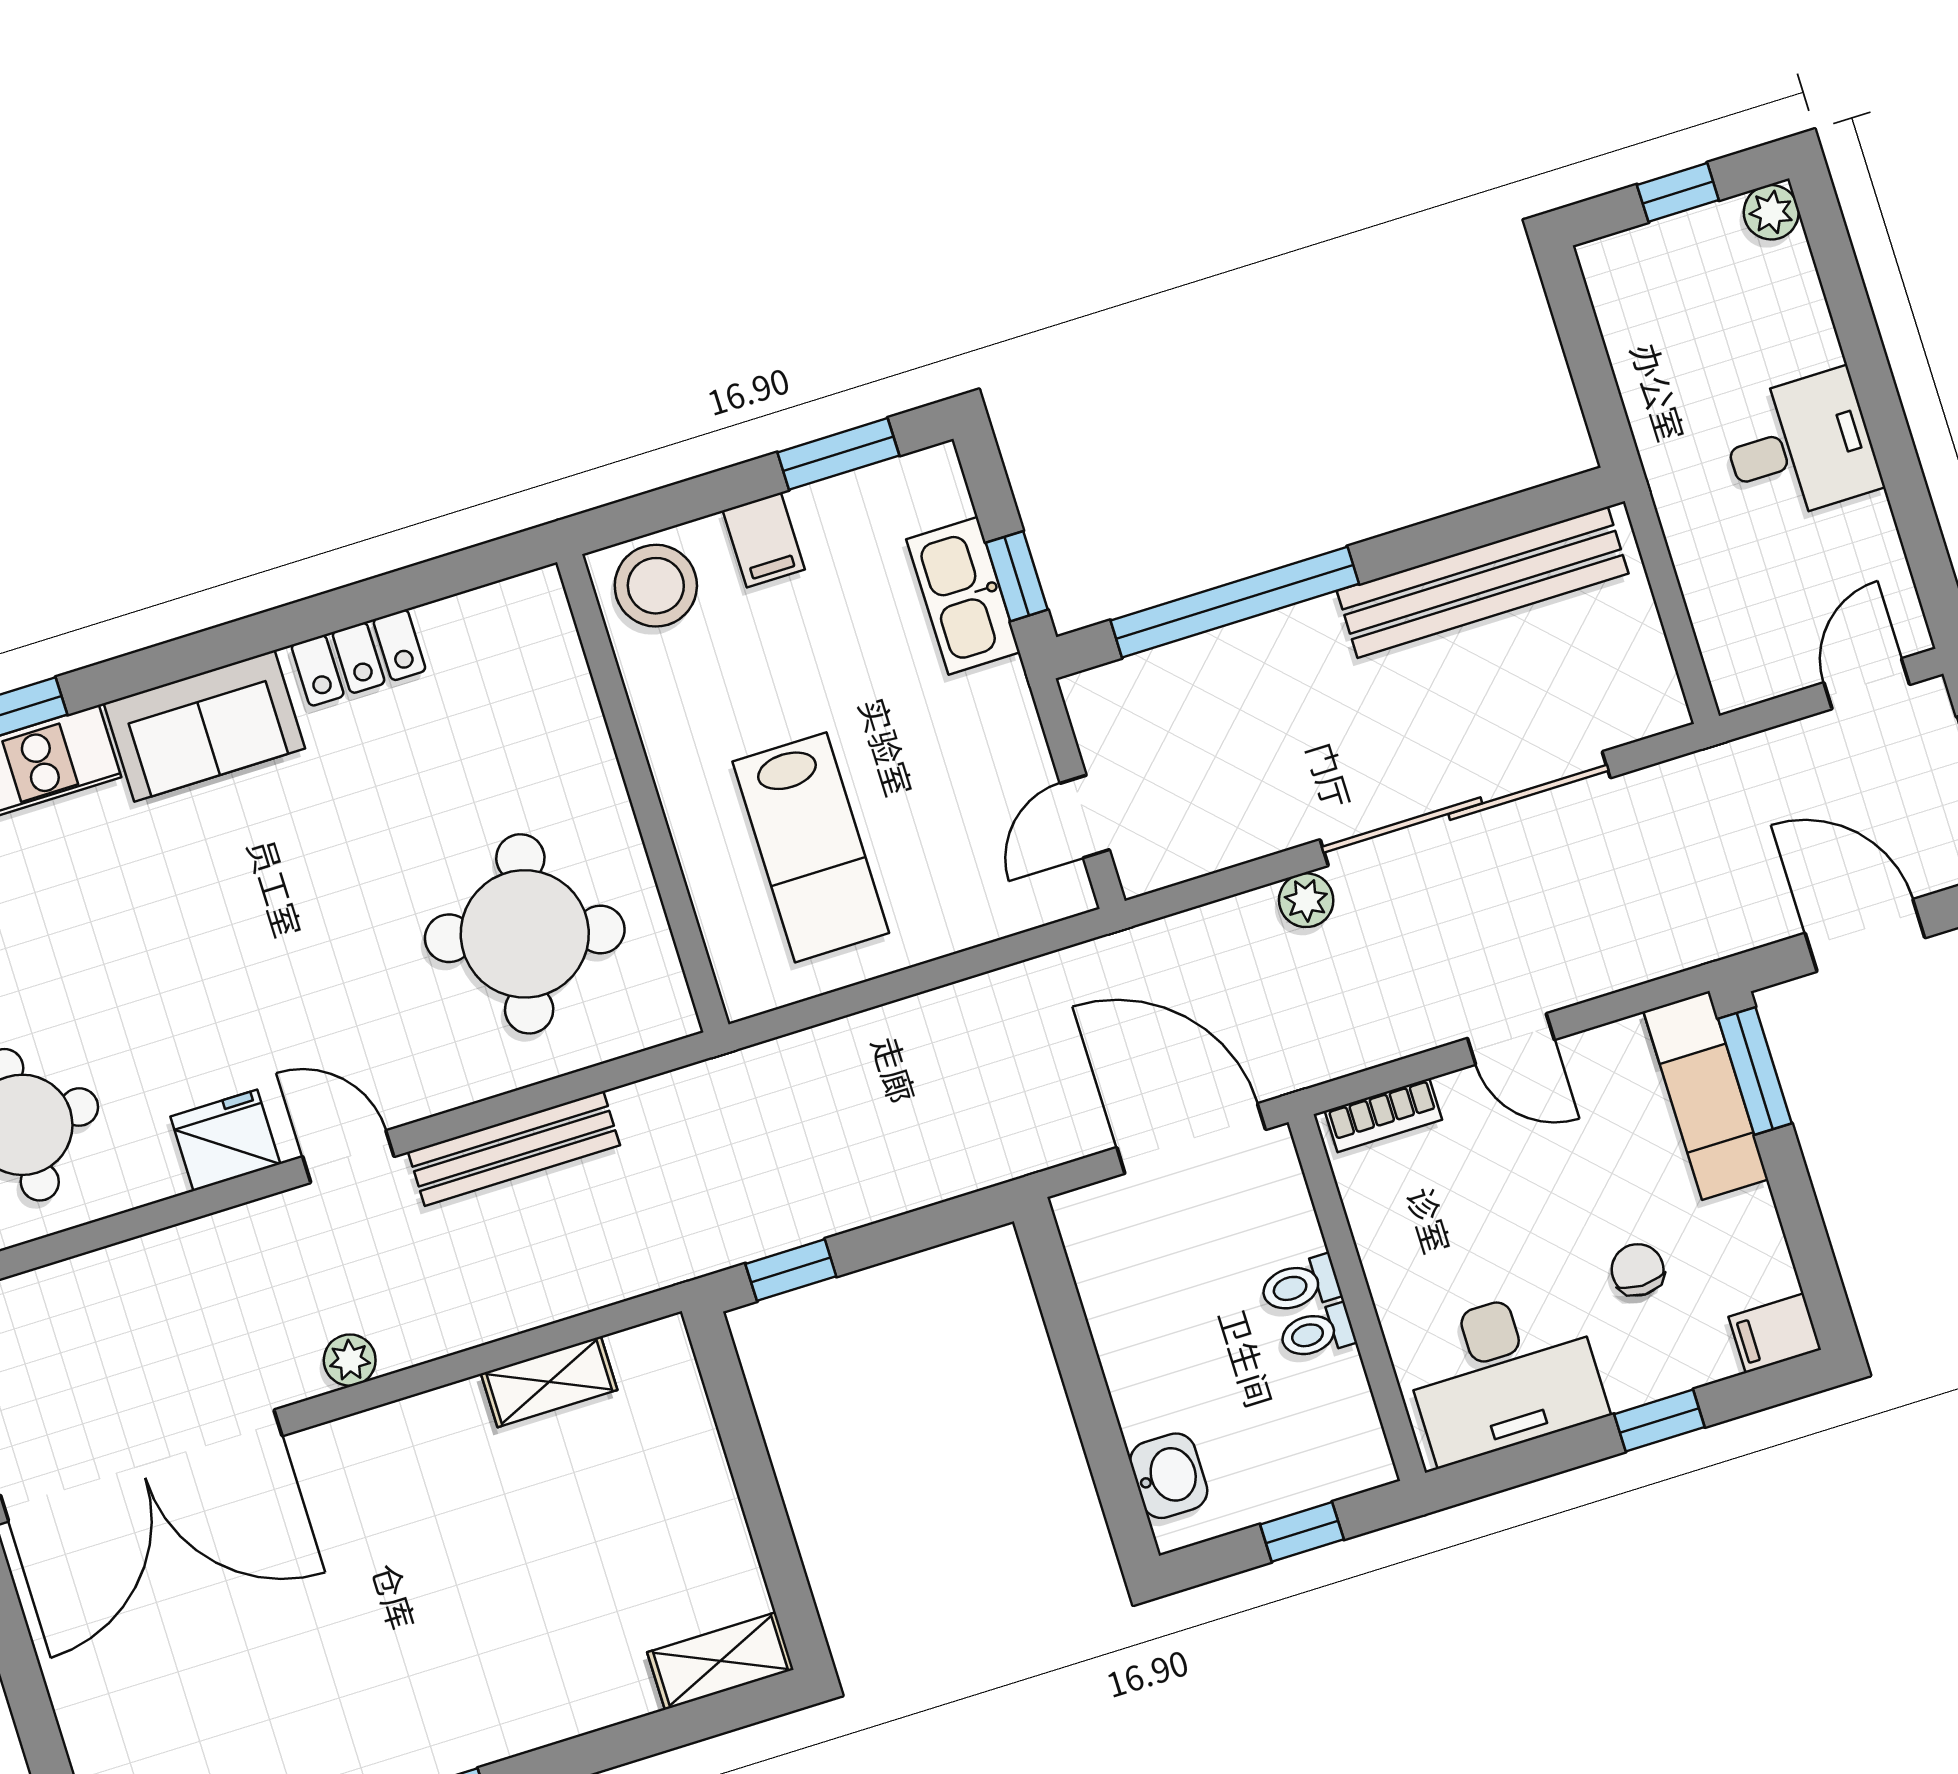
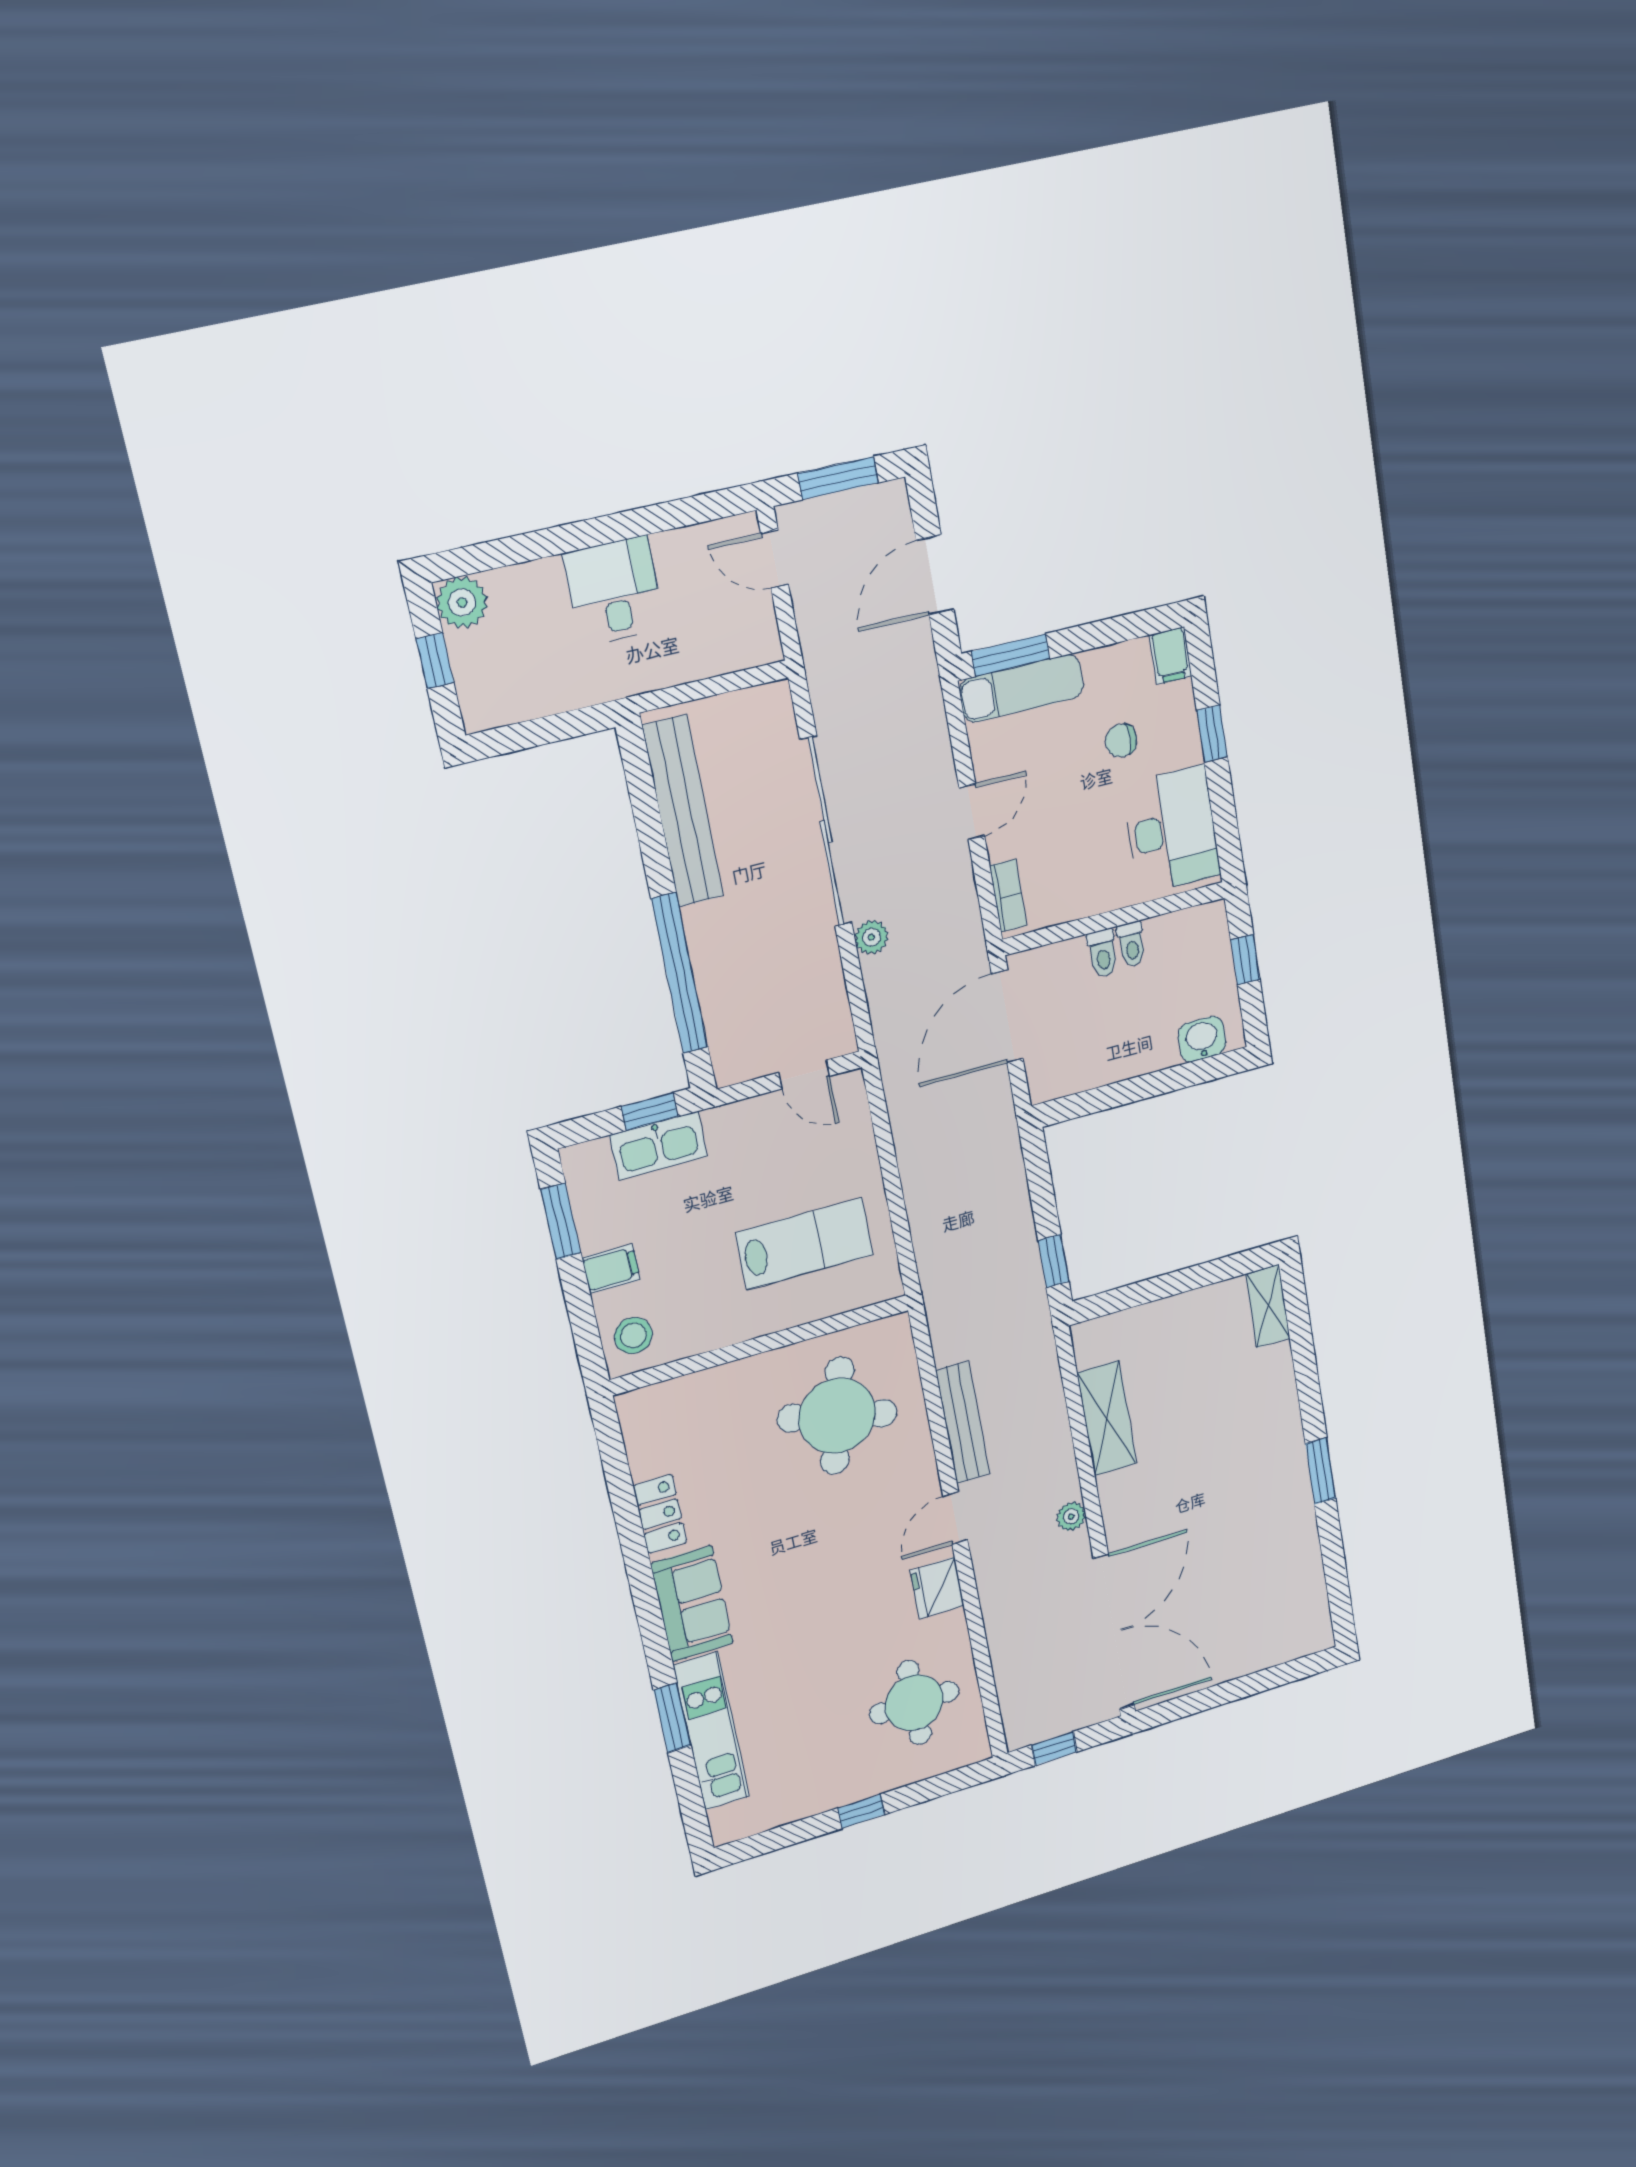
plant: (1771, 212) -> (462, 602), width x1.38, depth x1.38
stool: (656, 586) -> (633, 1335), width x0.73, depth x0.73
shelving: (549, 1382) -> (1107, 1418), width x1.50, depth x1.33

